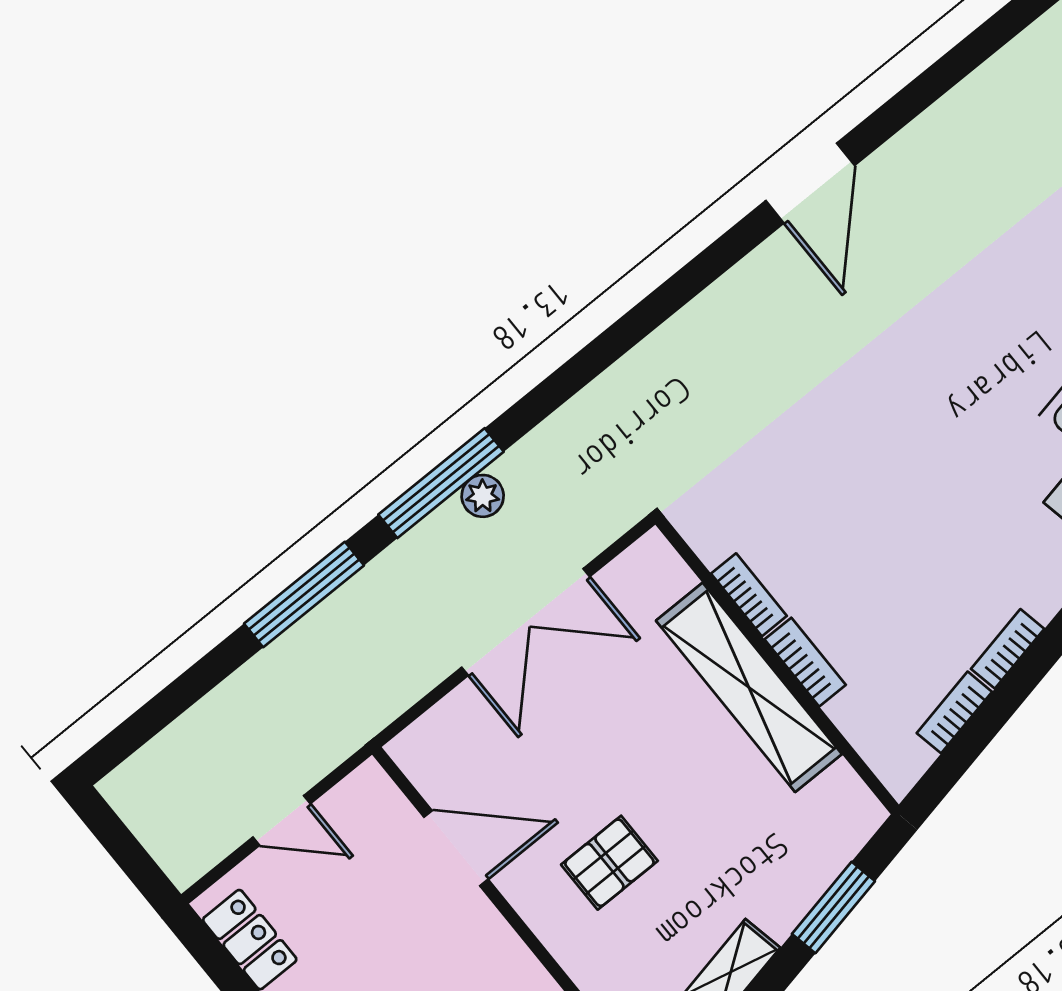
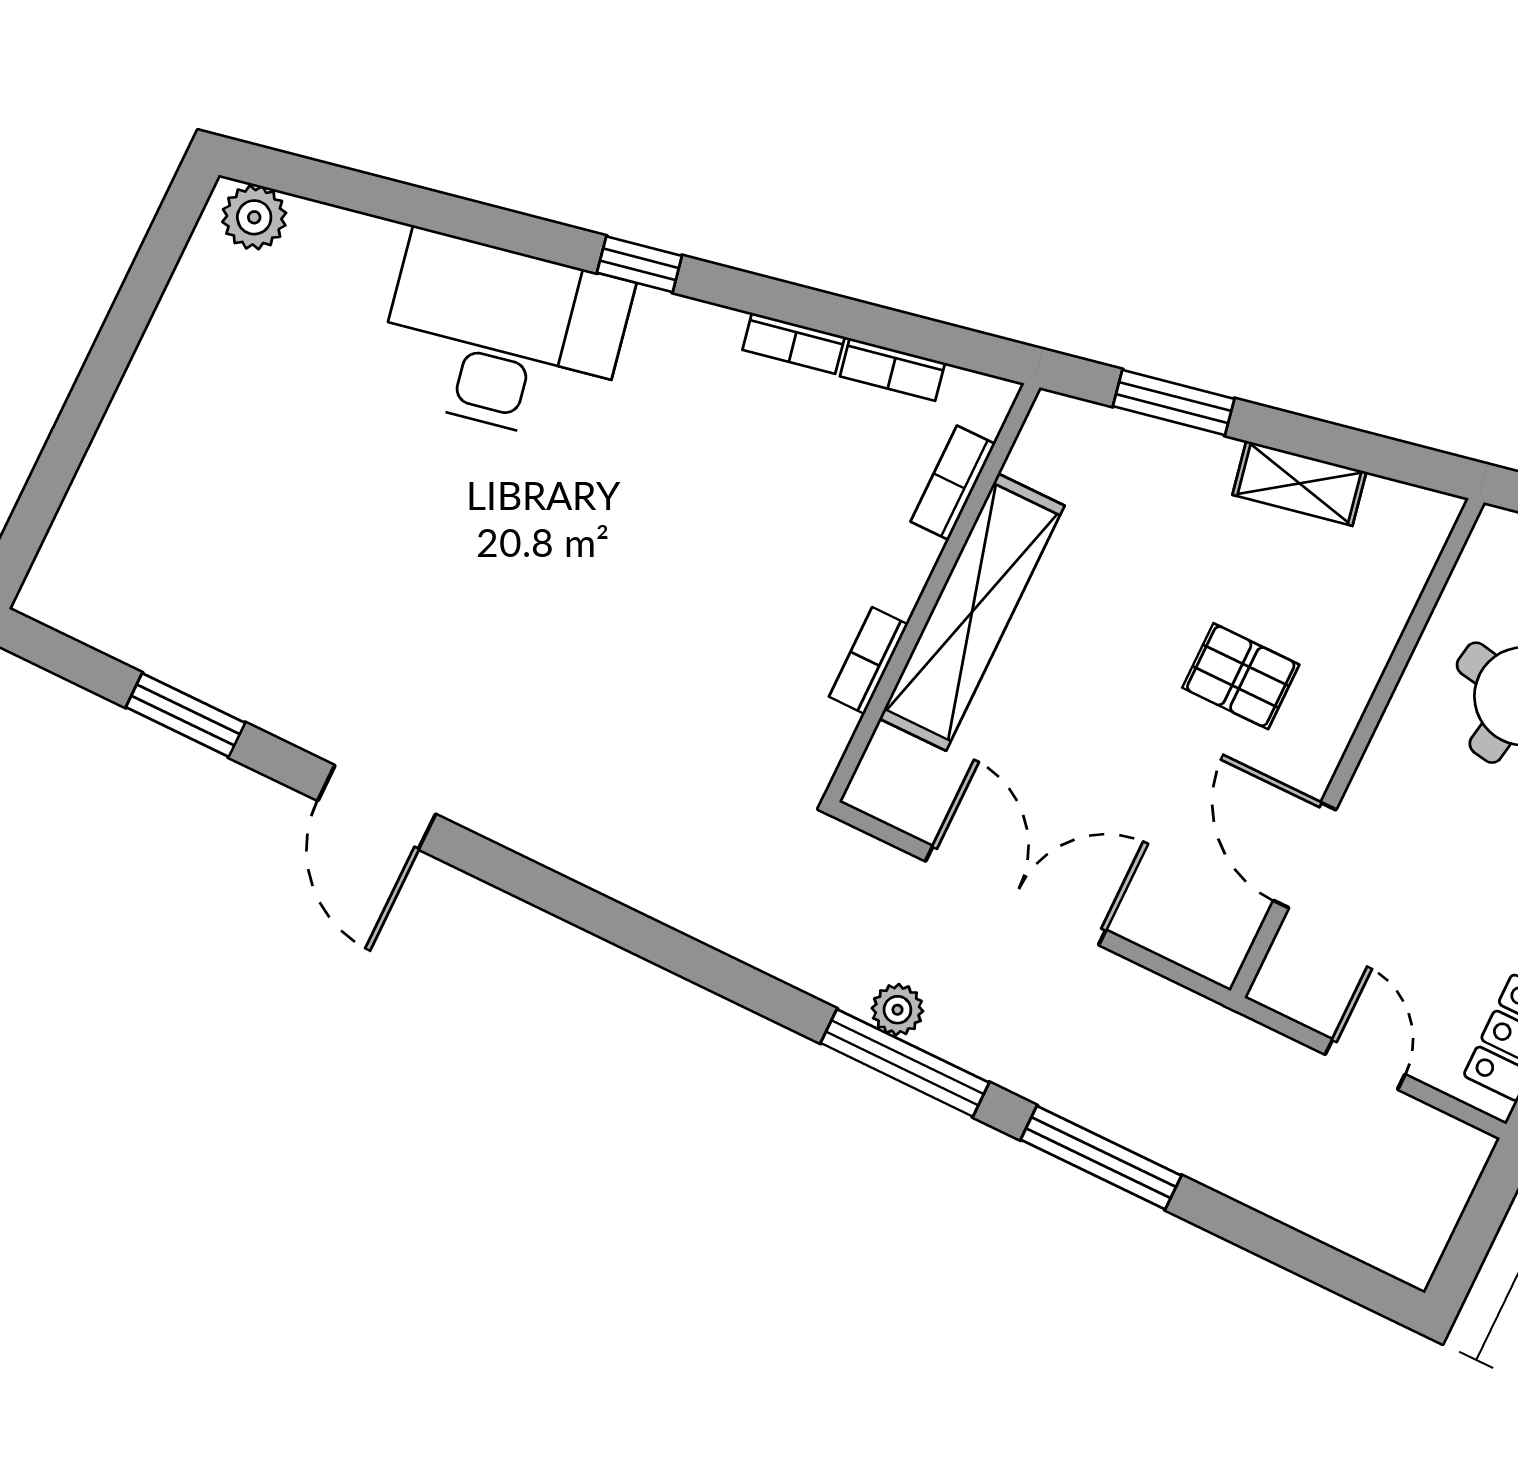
window: (944, 74) -> (185, 715), added
door: (810, 183) -> (377, 807), swing flipped
bookcase: (805, 662) -> (953, 483), moved

